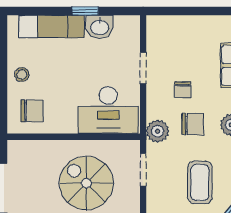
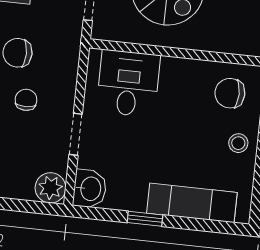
washbasin: (100, 27) -> (90, 189), moved, turned 90
desk: (108, 110) -> (128, 83), width x0.73
plant: (158, 131) -> (50, 188), moved

